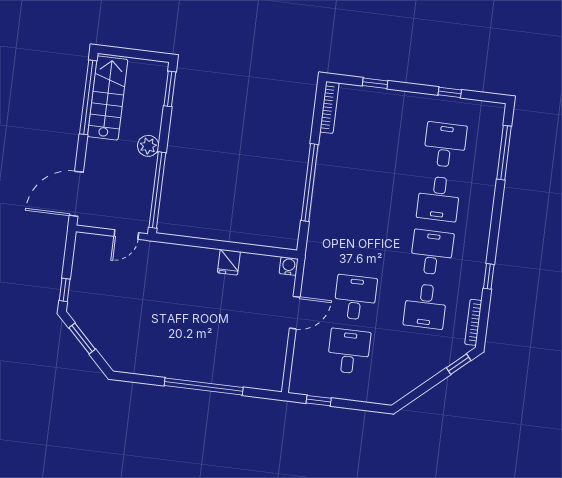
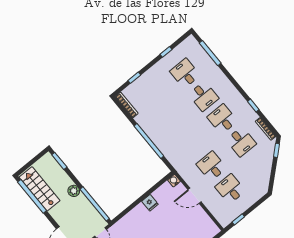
door: (295, 313) -> (195, 196), swing flipped

